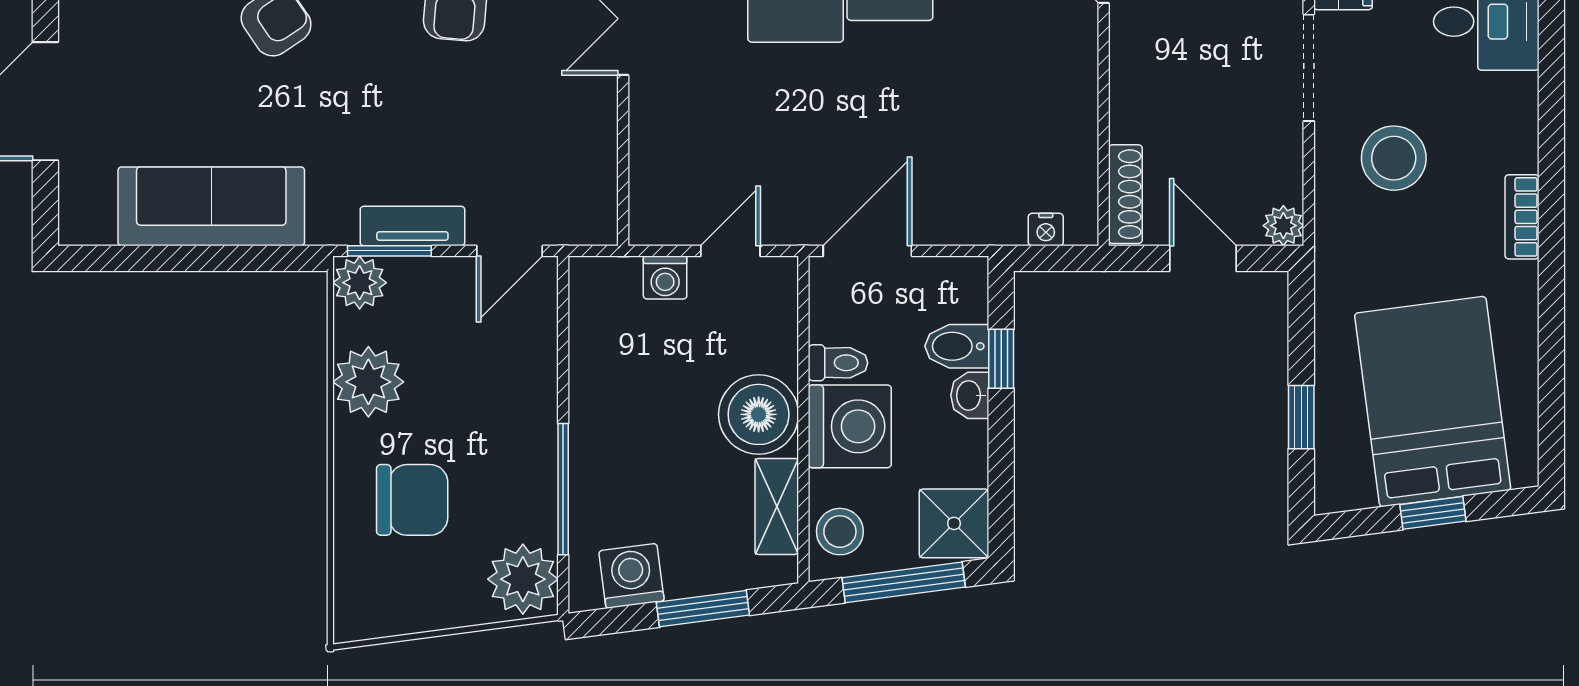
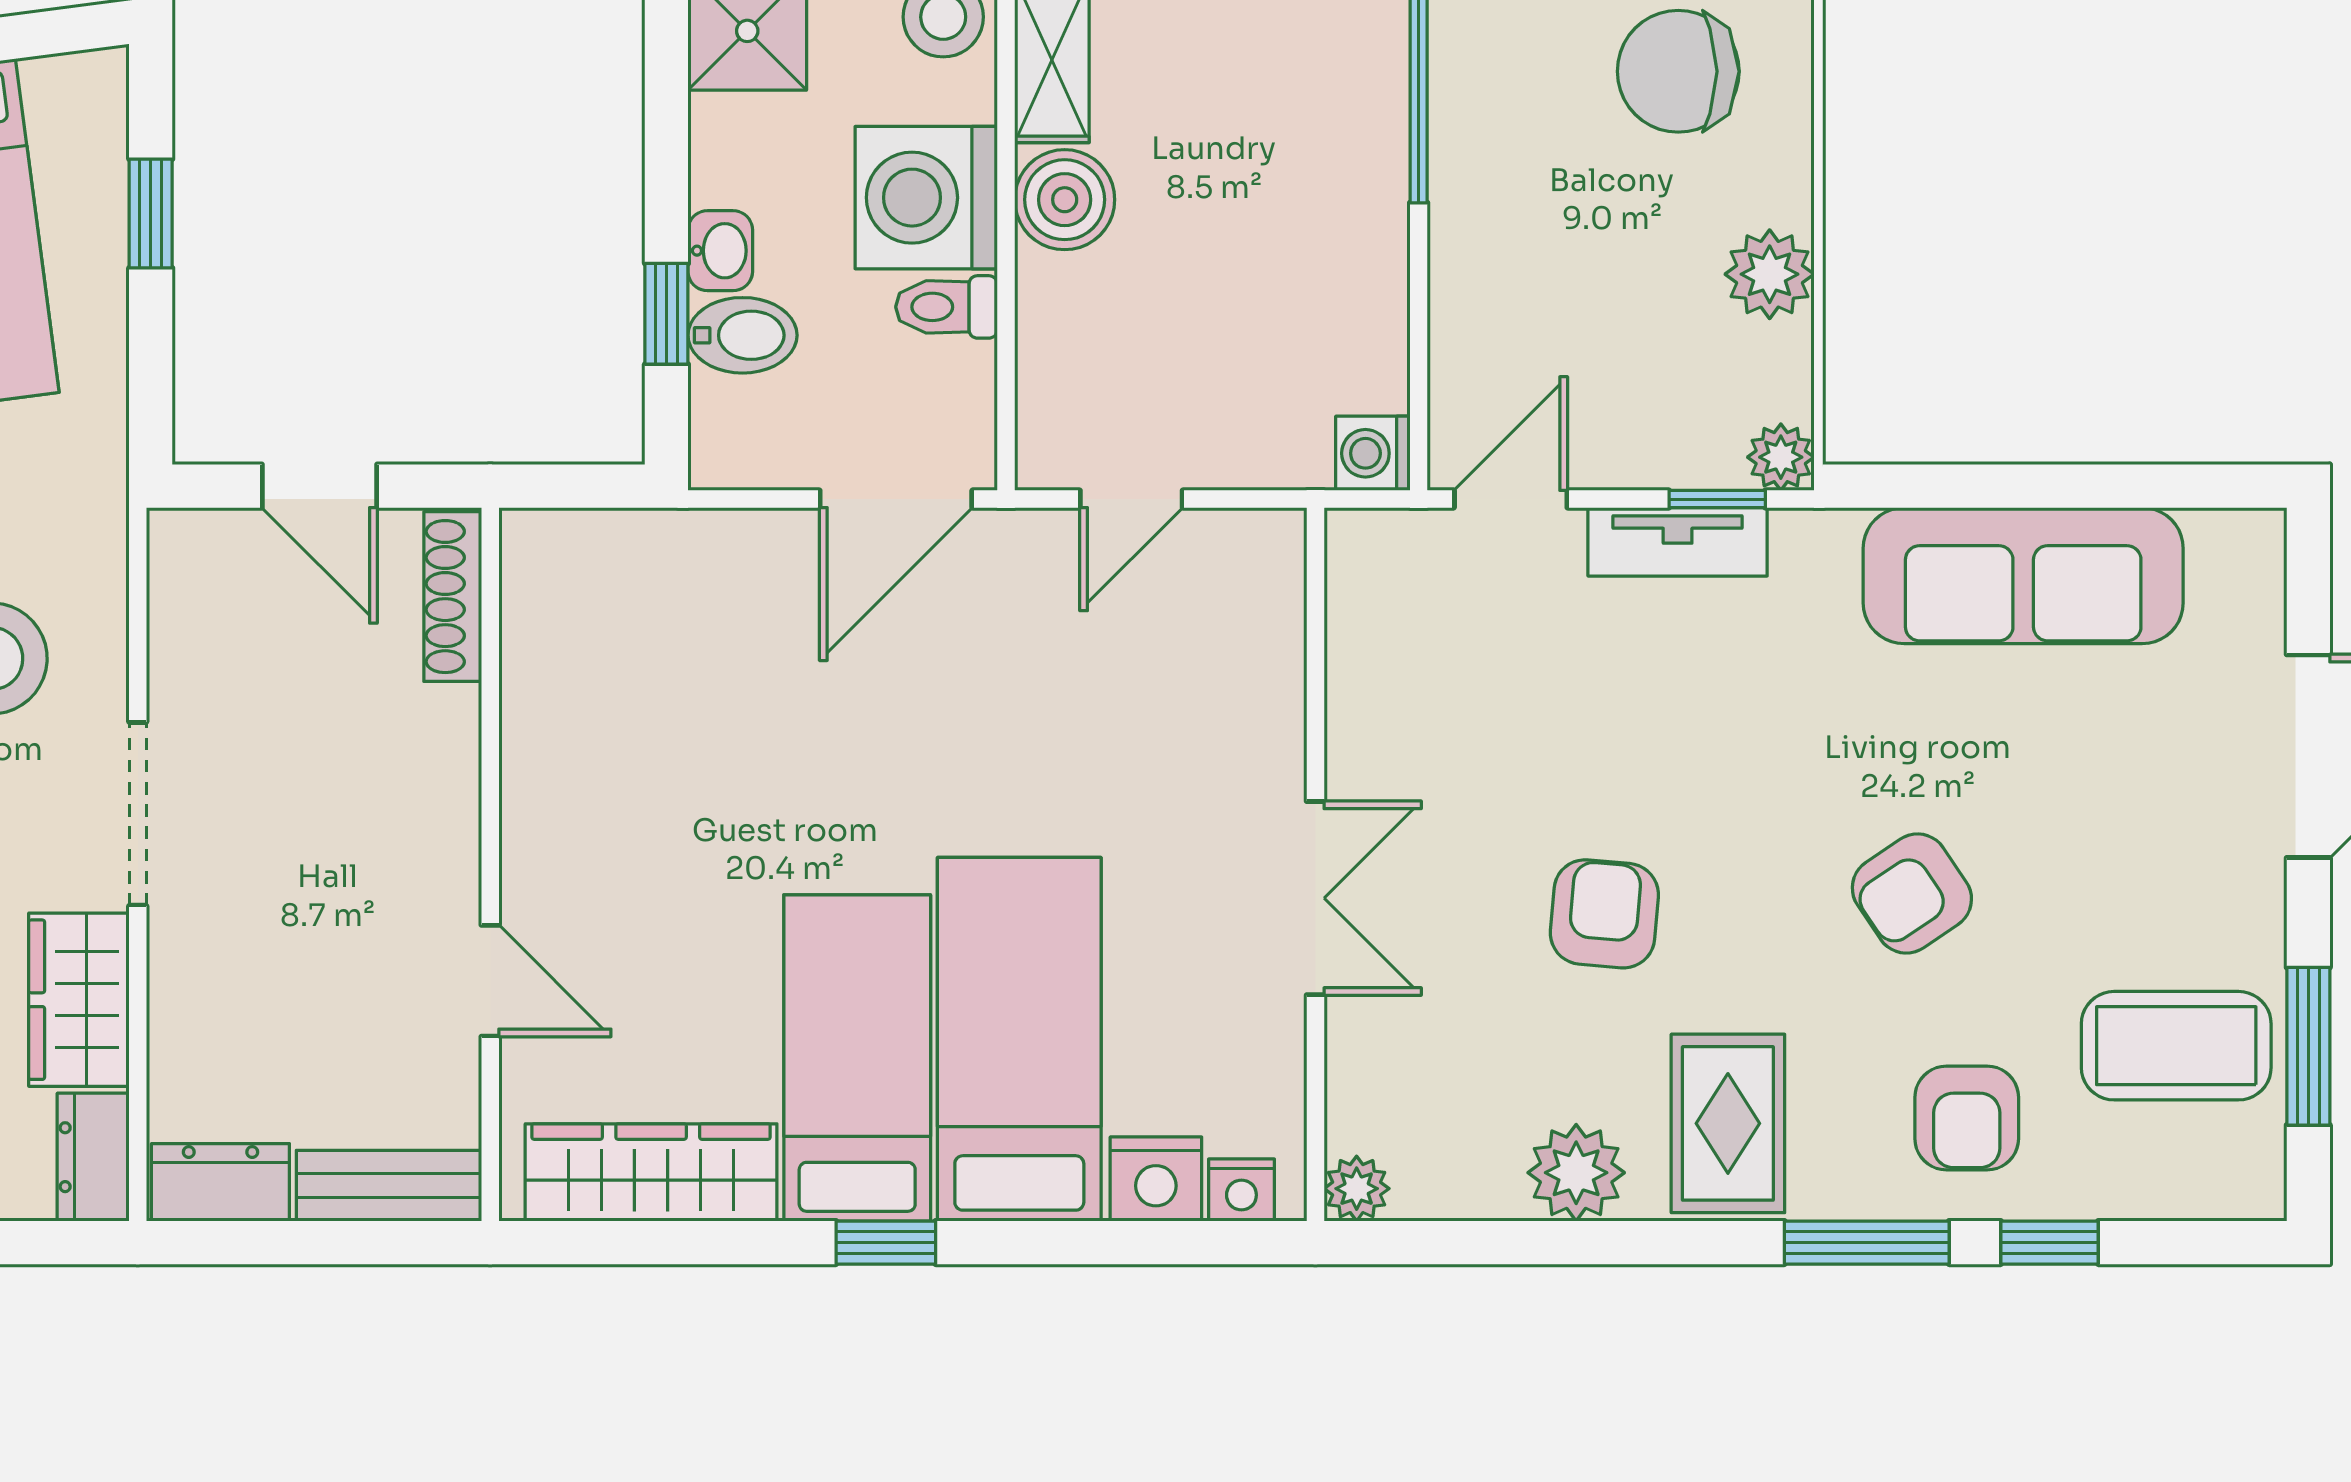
plant: (1283, 226) -> (181, 542), removed
nightstand: (1046, 230) -> (590, 536), removed
window: (389, 251) -> (1717, 499), width x0.67
washing machine: (665, 278) -> (1373, 453), moved, turned -90
plant: (360, 283) -> (1781, 457), width x0.73, depth x0.73
plant: (368, 382) -> (1770, 274), width x0.73, depth x0.73
boiler: (759, 414) -> (1065, 200), width x0.73, depth x0.73

